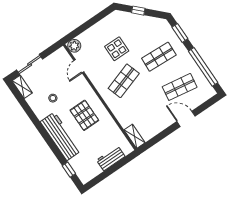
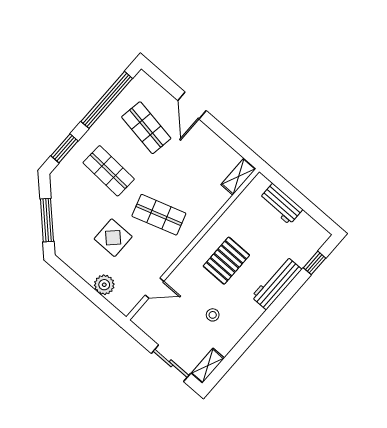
window: (138, 11) -> (47, 220), width x2.17
plant: (74, 46) -> (104, 285), moved
workbench: (61, 136) -> (277, 283), width x0.73, depth x0.76

